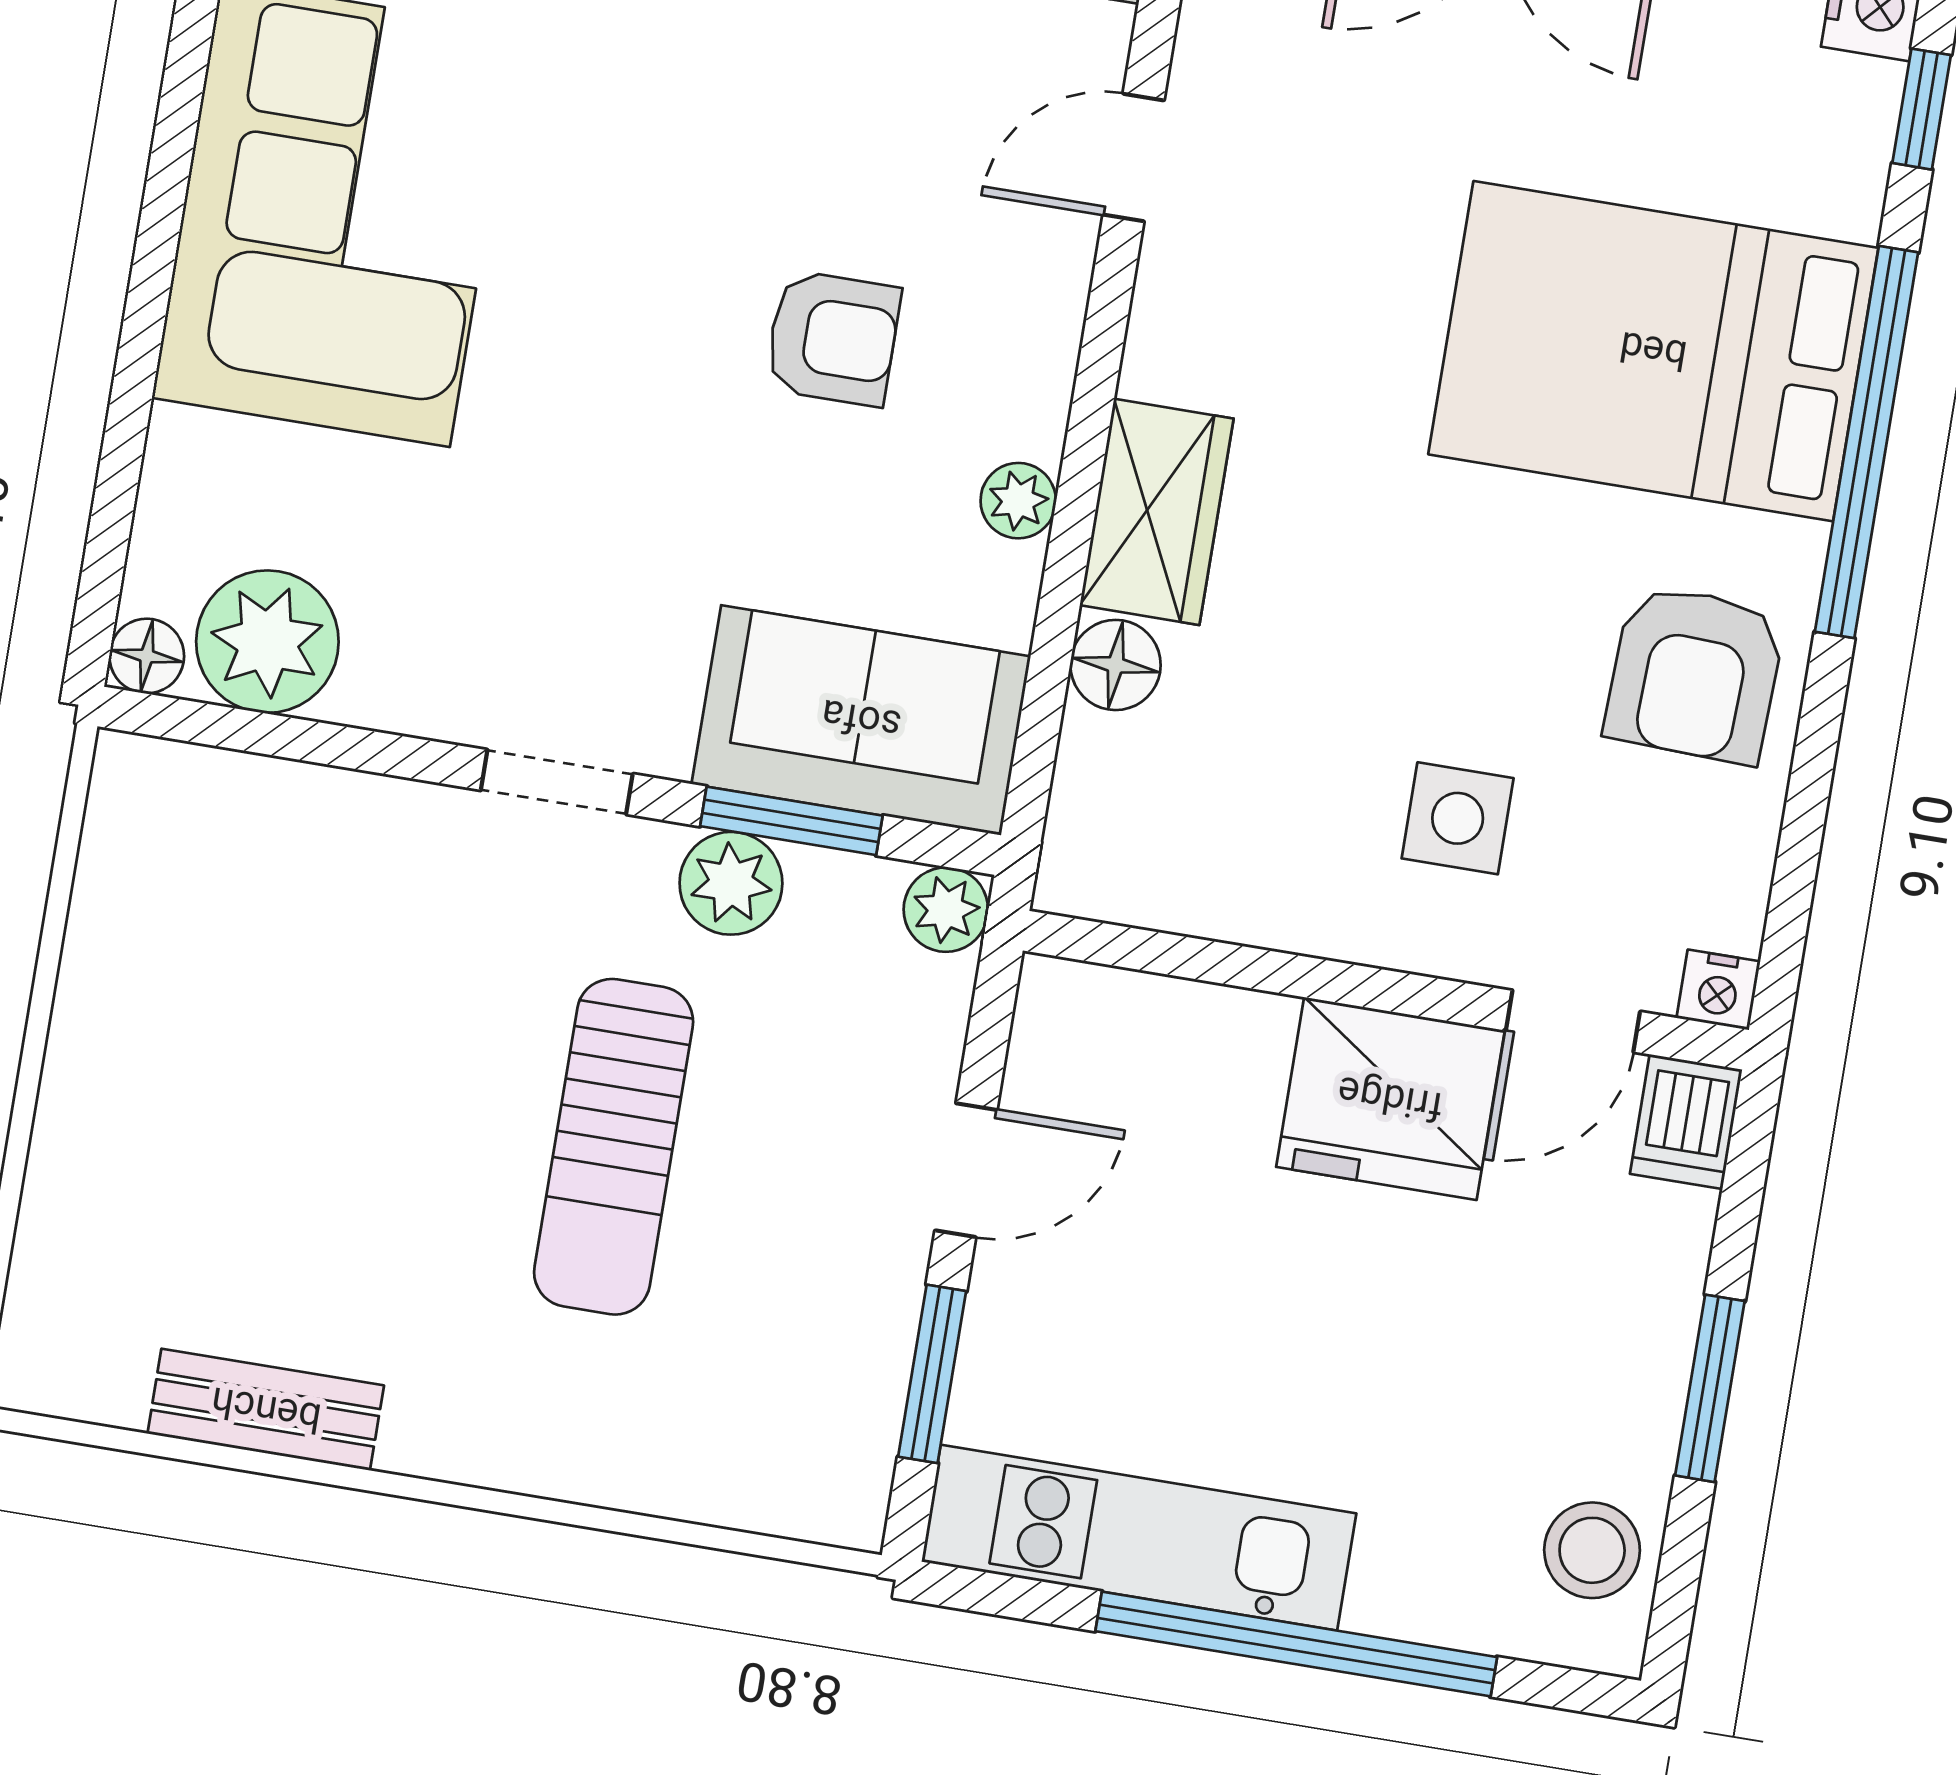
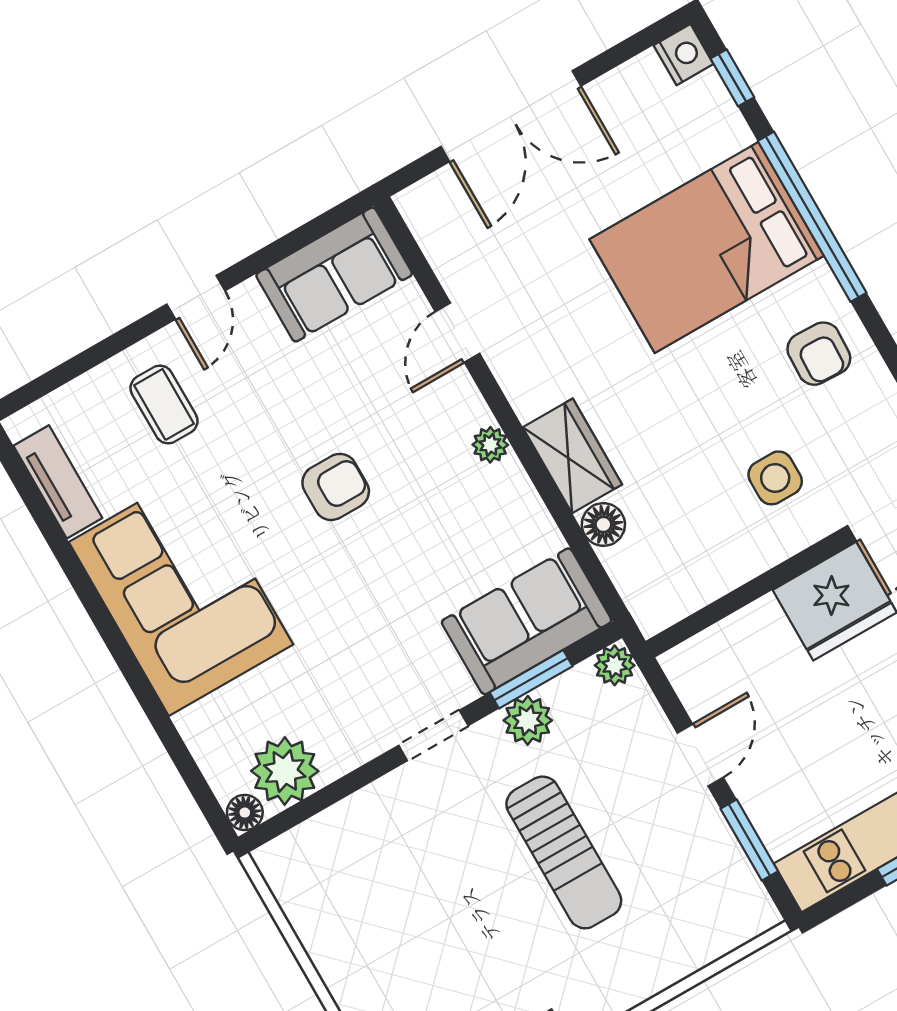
armchair: (833, 338) -> (336, 487), moved
plant: (1018, 501) -> (490, 445), moved
armchair: (1695, 674) -> (819, 354), width x0.72, depth x0.72

